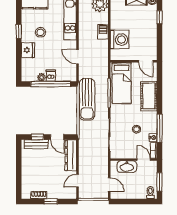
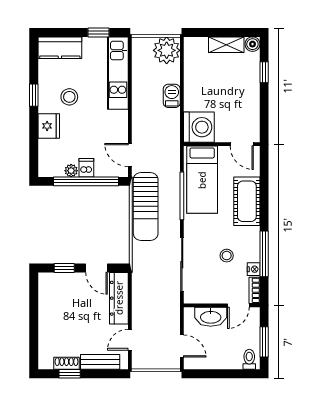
washing machine: (120, 40) -> (199, 127), moved
door: (77, 57) -> (130, 155), moved
bench: (36, 144) -> (100, 362), moved
door: (144, 160) -> (238, 305), swing flipped
window: (51, 201) -> (70, 374), moved

